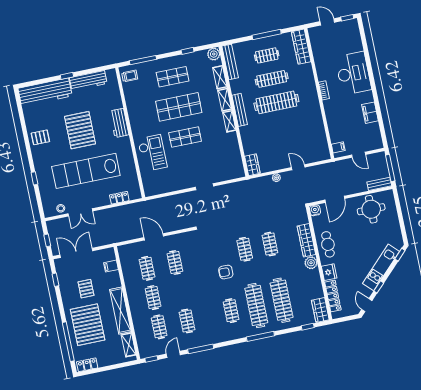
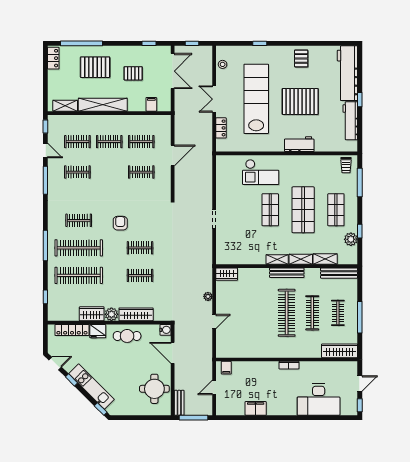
plant: (214, 54) -> (351, 239), moved
desk: (353, 73) -> (319, 399), moved
double door: (80, 212) -> (214, 99), moved
wardrobe: (320, 310) -> (92, 314), moved
pallet: (88, 325) -> (95, 67), width x0.73, depth x0.71

